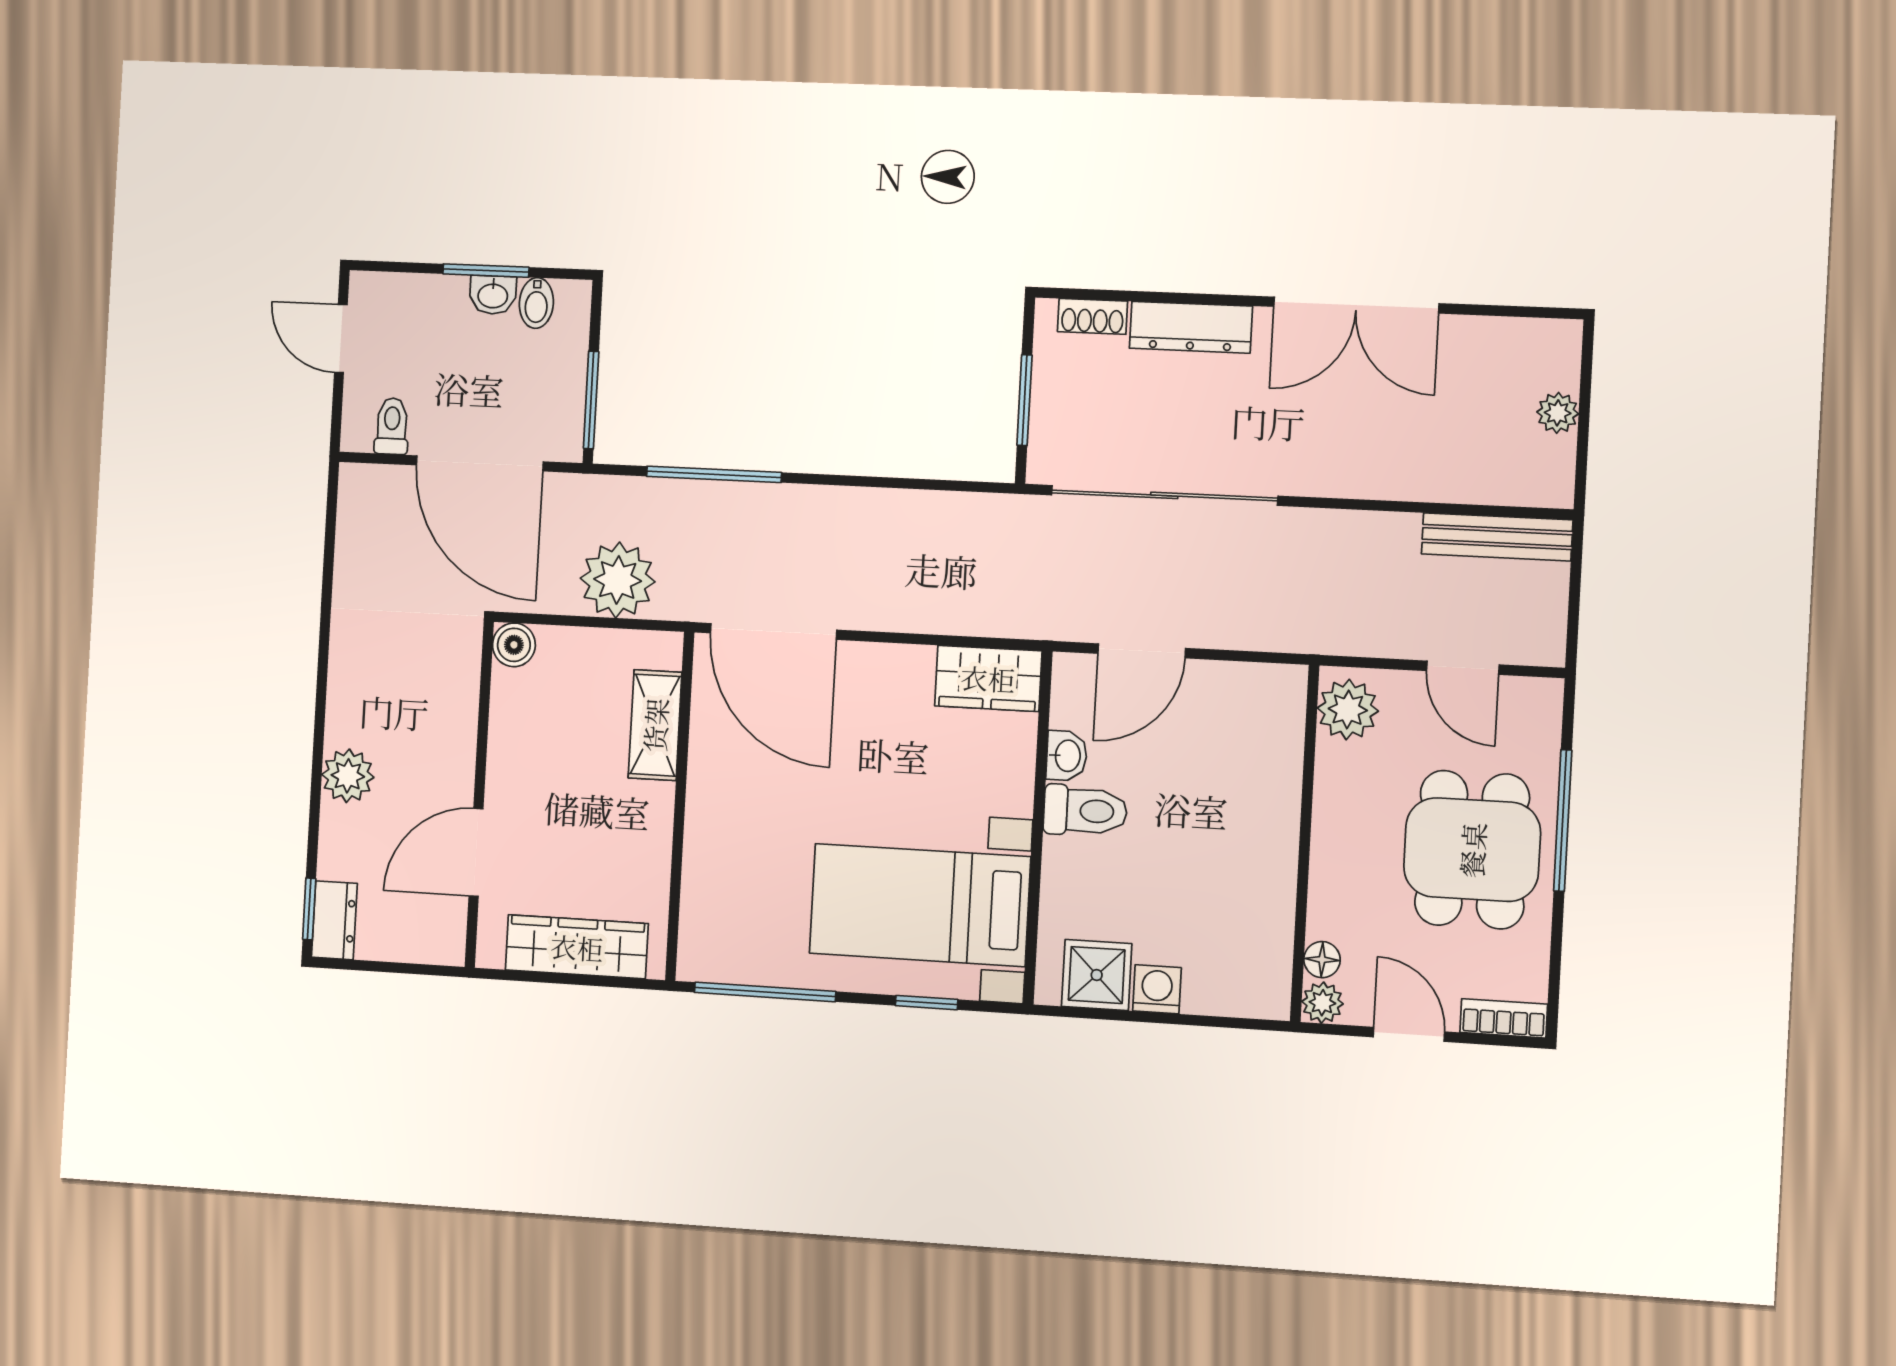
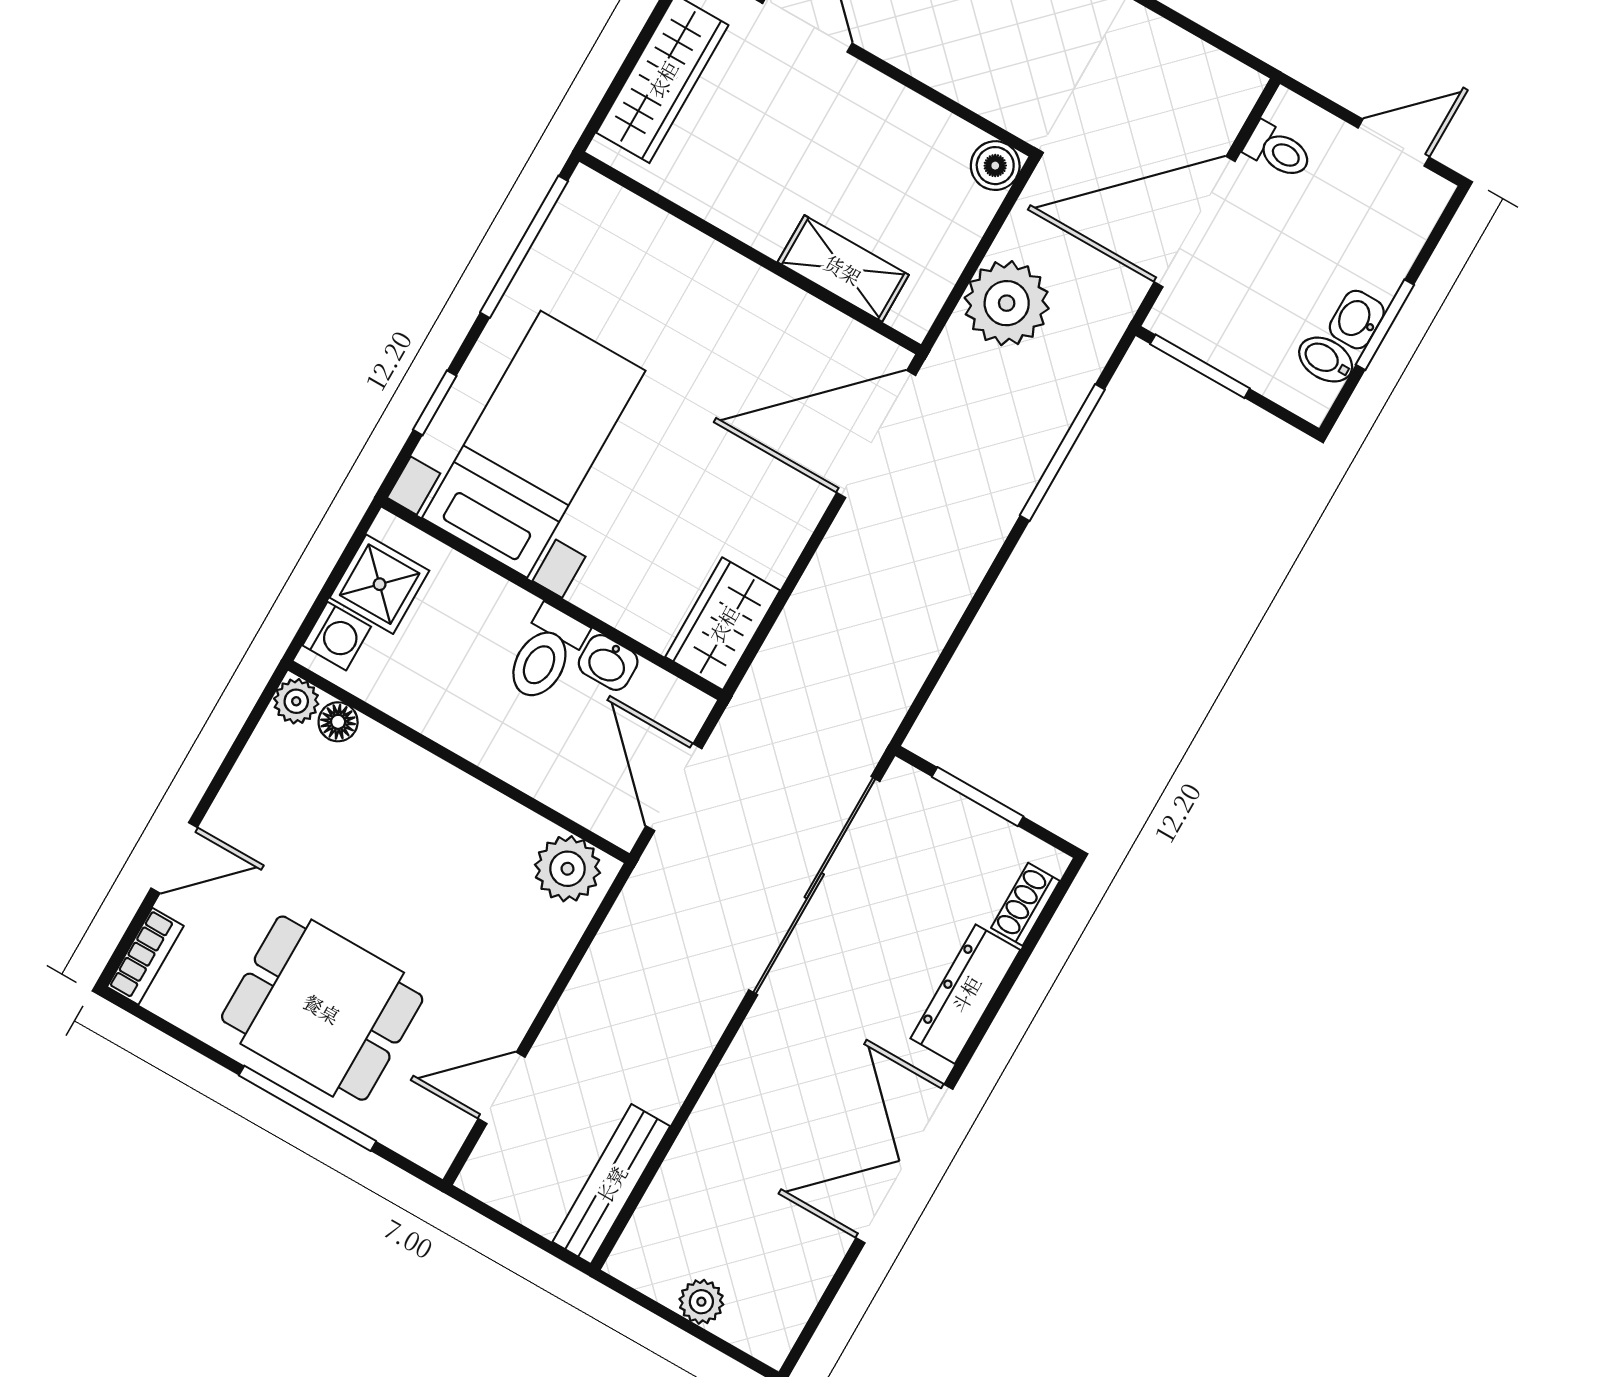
plant: (1348, 710) -> (567, 869), moved
wall: (1305, 843) -> (459, 762), moved
floor lamp: (1322, 960) -> (338, 722), moved
plant: (1322, 1003) -> (296, 701), moved

